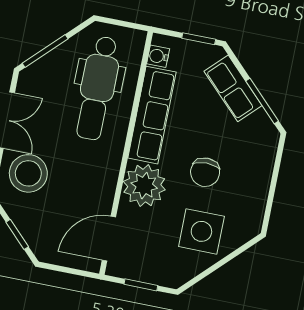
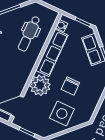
dental chair: (97, 88) -> (29, 34), width x0.73, depth x0.72

